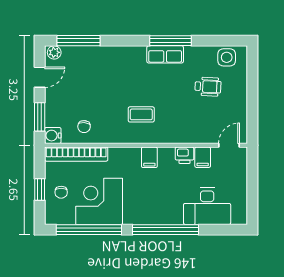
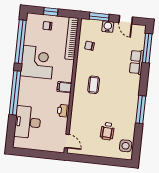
plant: (54, 52) -> (141, 31), removed
row of seats: (165, 54) -> (137, 62), moved
water cooler: (53, 136) -> (108, 27), moved
filing cabinet: (203, 157) -> (61, 123), removed
corner desk: (99, 201) -> (37, 62), moved

